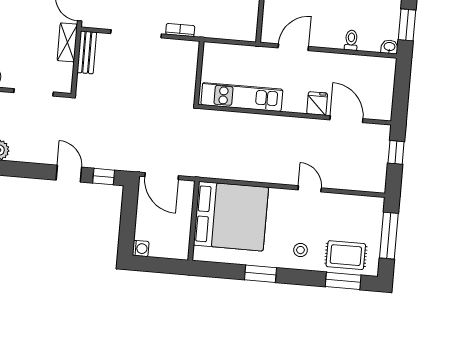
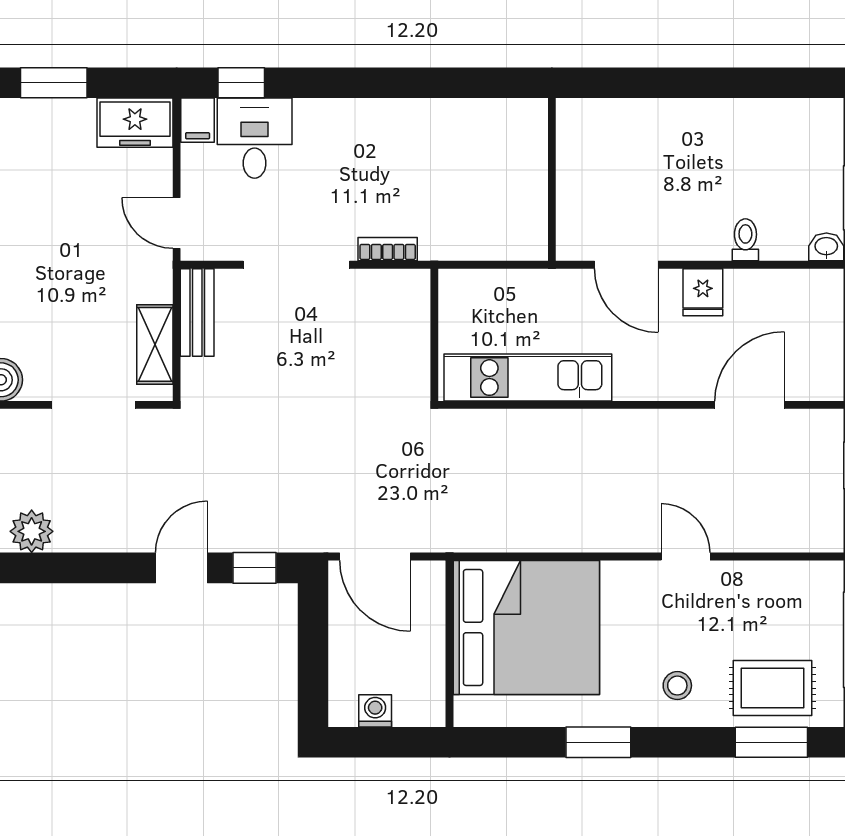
shelving: (67, 42) -> (155, 344), moved
door: (293, 47) -> (626, 265), swing flipped
fridge: (317, 103) -> (703, 292), moved, turned 180
door: (346, 119) -> (750, 405), hinge flipped
door: (69, 174) -> (181, 568), hinge flipped
washing machine: (141, 248) -> (375, 711), moved, turned -90

